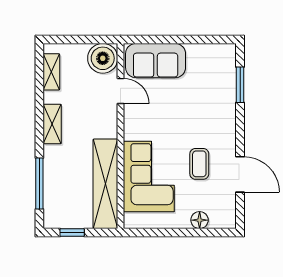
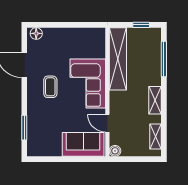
boiler: (103, 58) -> (115, 151), width x0.54, depth x0.54
coffee table: (199, 164) -> (50, 87), moved
corner sofa: (149, 177) -> (88, 83), moved
floor lamp: (200, 220) -> (36, 33), moved

